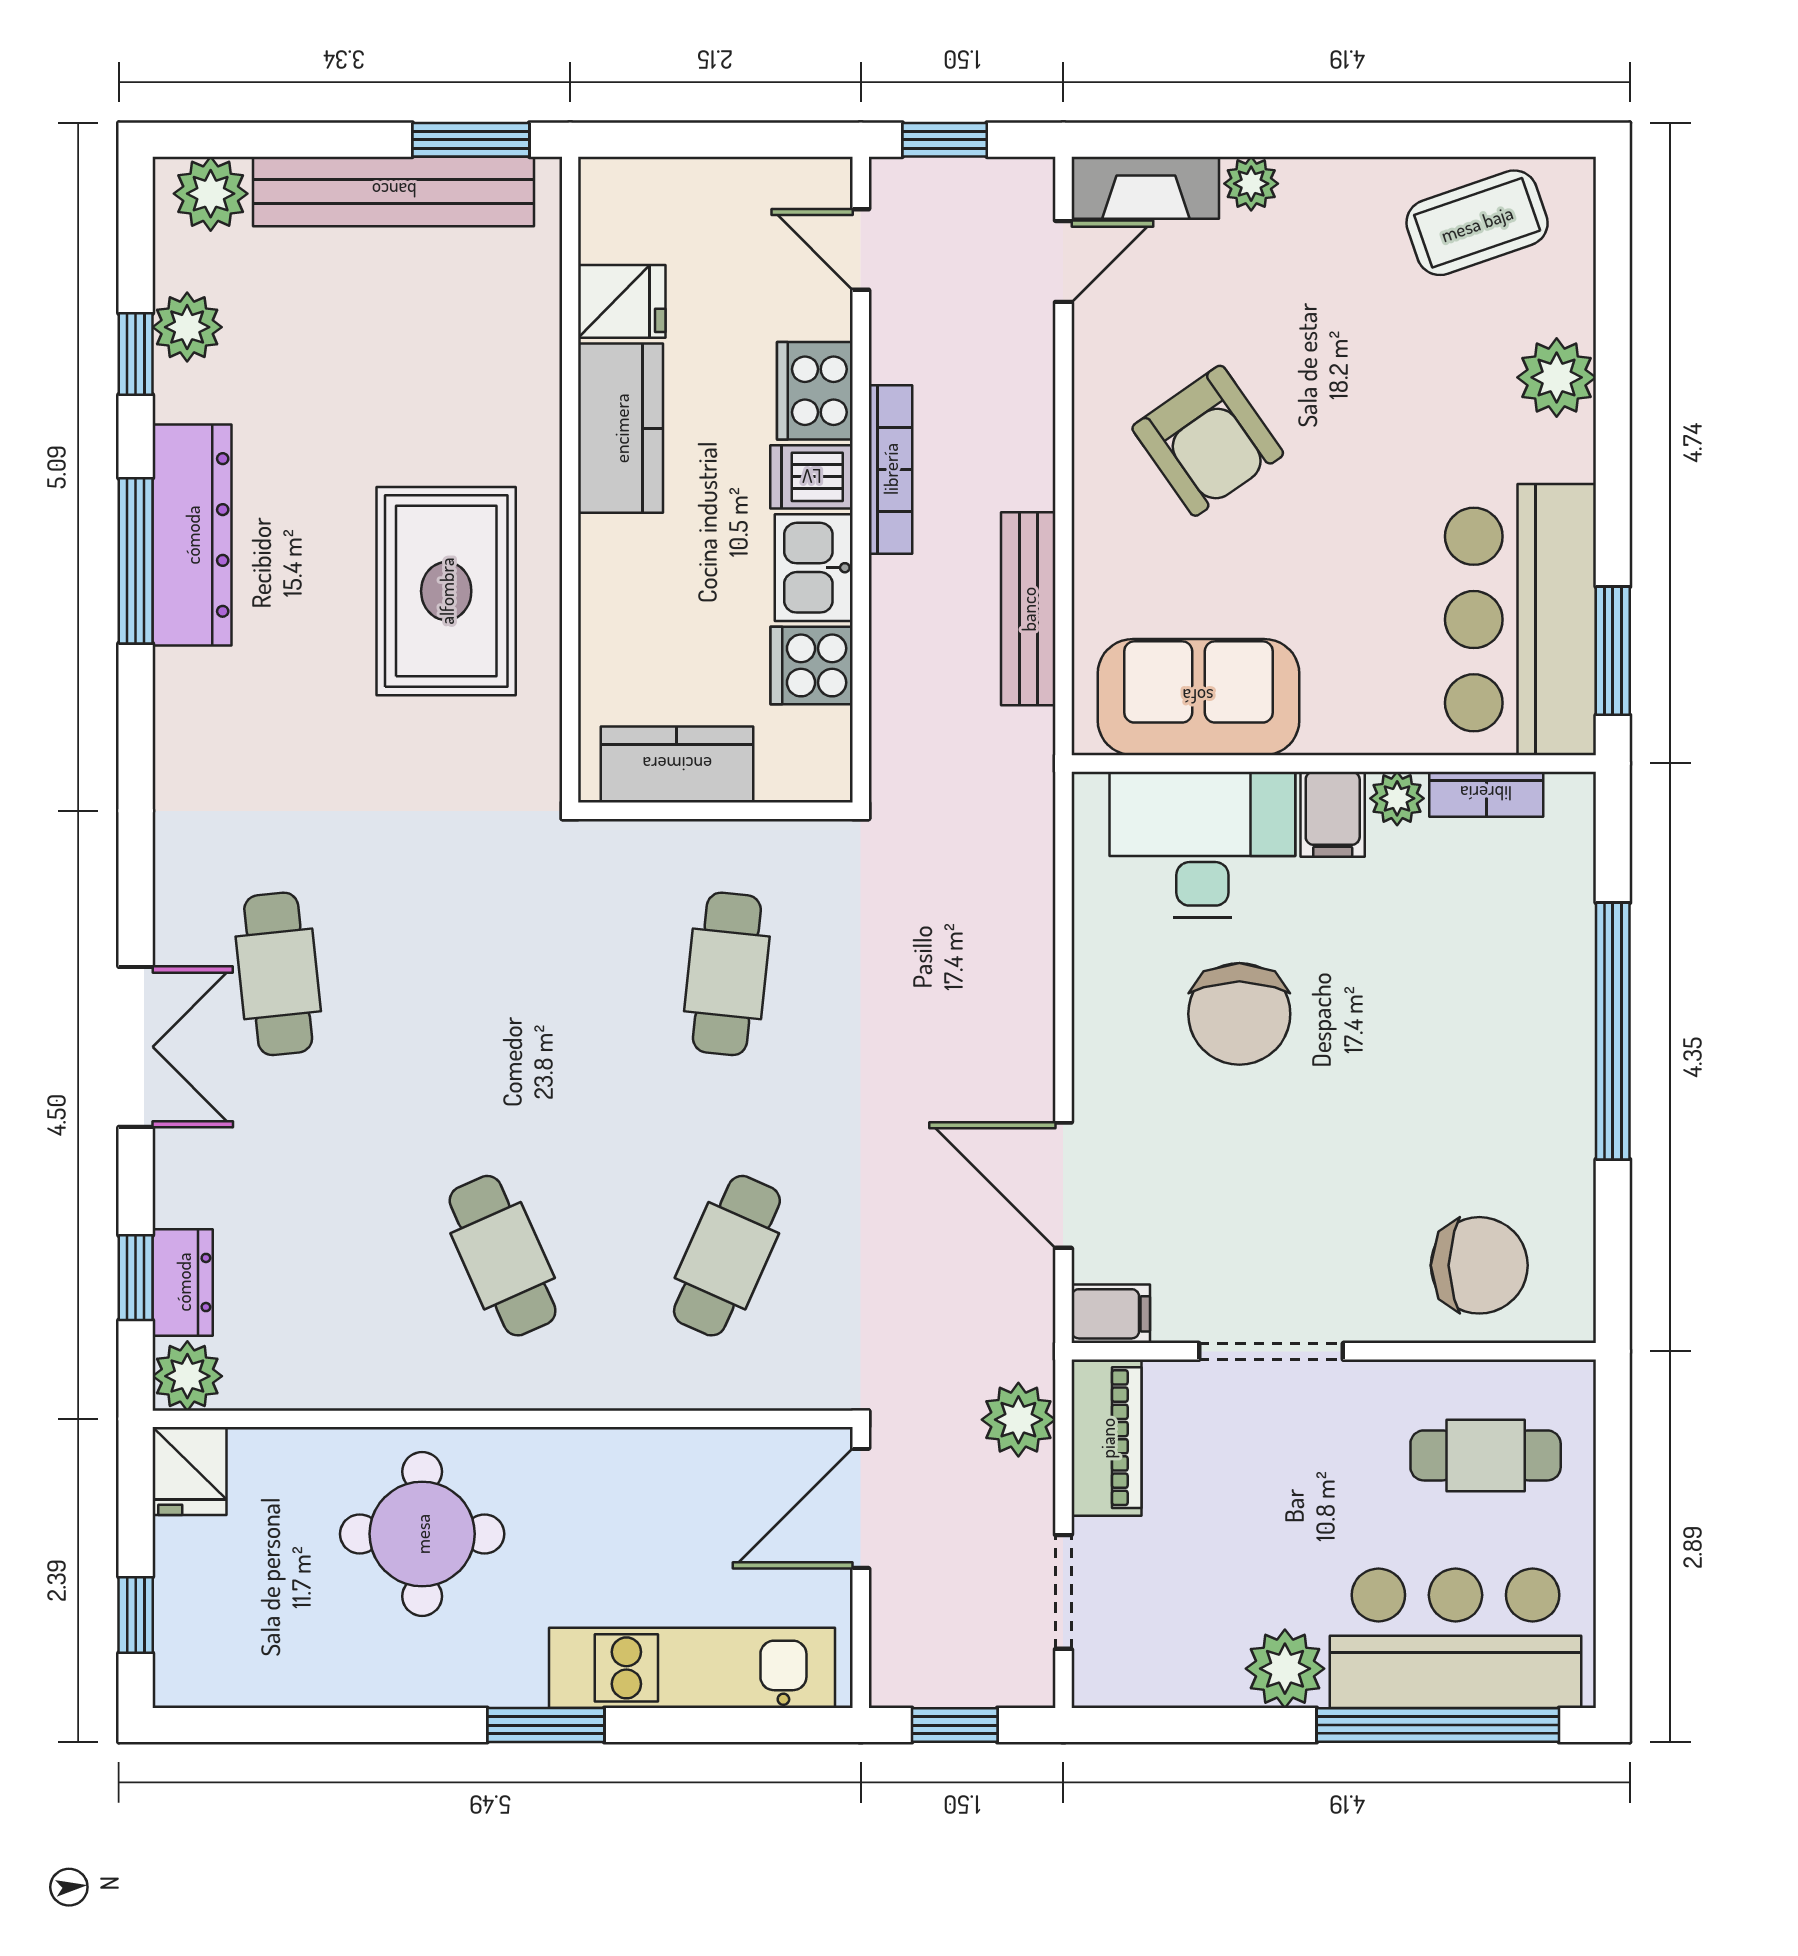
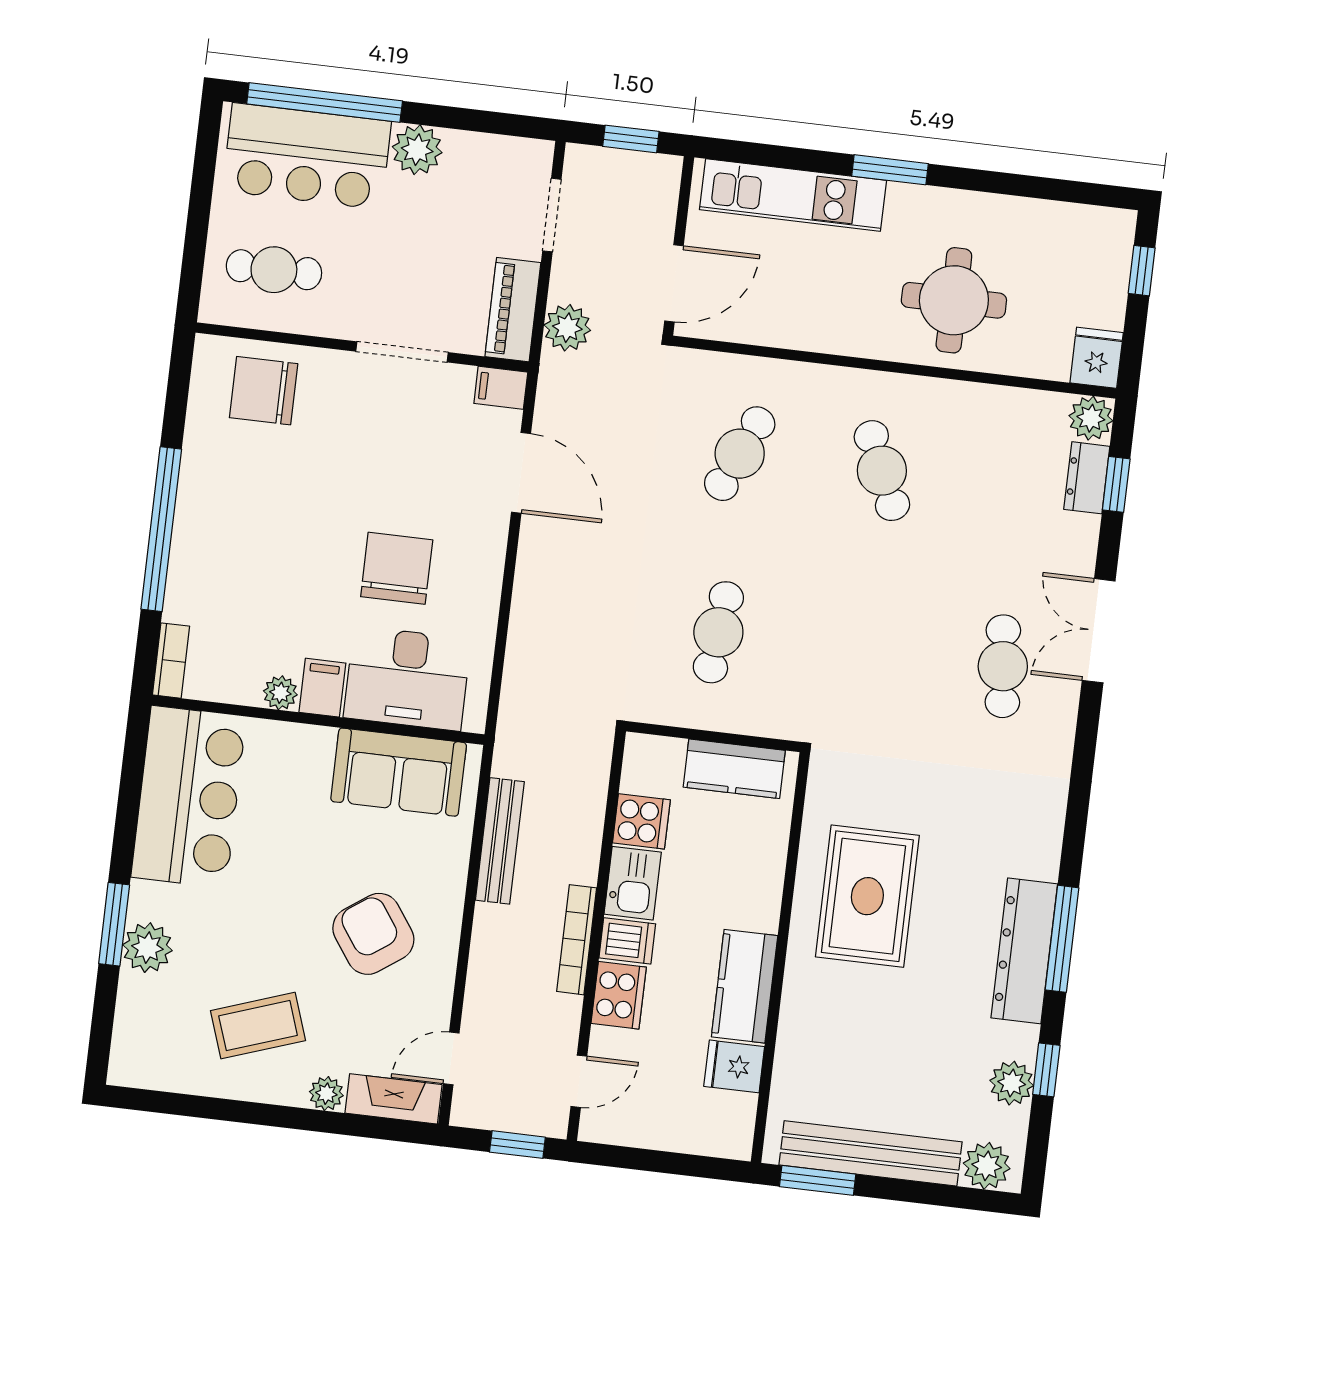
coffee table: (1477, 223) -> (258, 1026), moved
door: (861, 249) -> (579, 1081), hinge flipped
window: (1613, 651) -> (114, 924), moved
bookcase: (1486, 794) -> (171, 661), moved, turned 90

